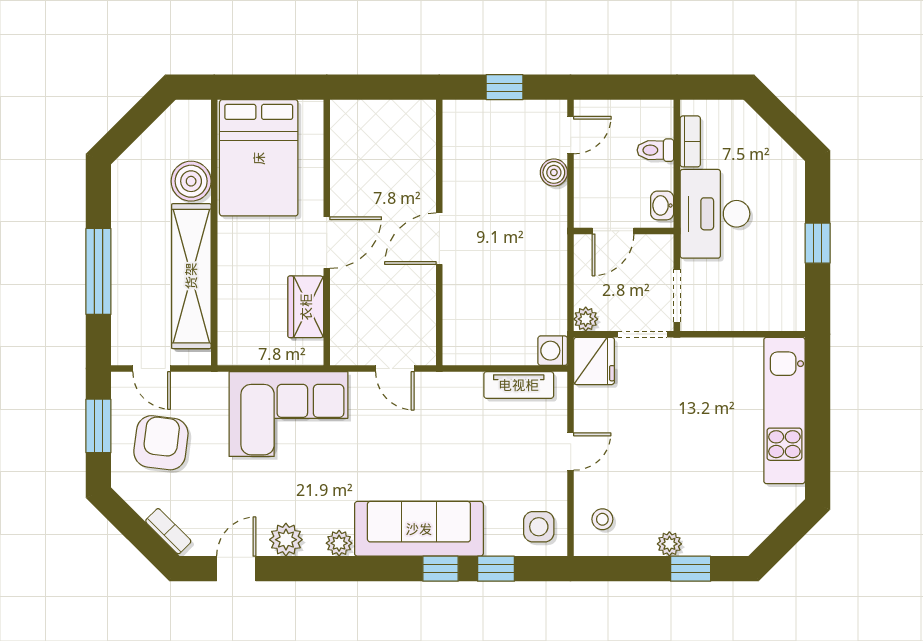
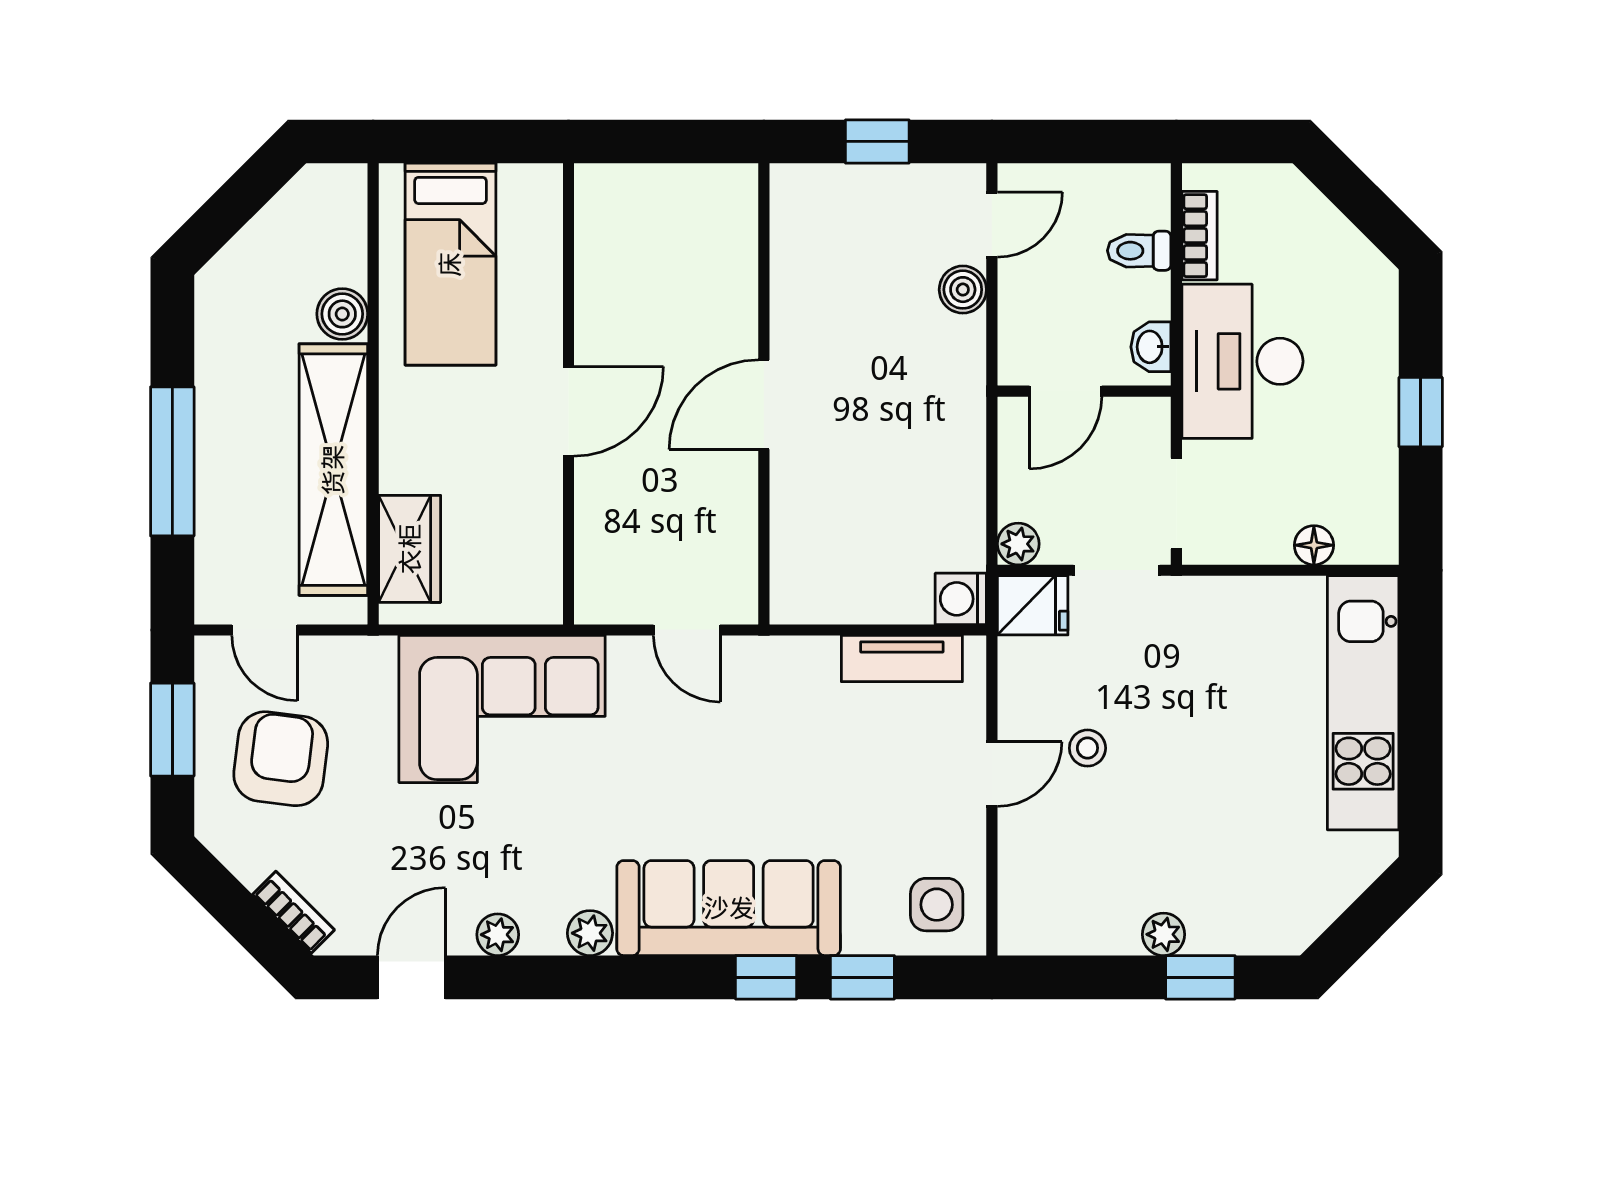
bed: (259, 158) -> (450, 264), width x0.67
boiler: (191, 181) -> (342, 314), width x0.73, depth x0.73
wardrobe: (306, 307) -> (410, 549), moved, turned 180
floor lamp: (756, 320) -> (1314, 545), added
fridge: (594, 361) -> (1033, 605), width x0.72
stool: (602, 519) -> (1087, 748), moved
plant: (286, 540) -> (498, 935), width x0.73, depth x0.73

